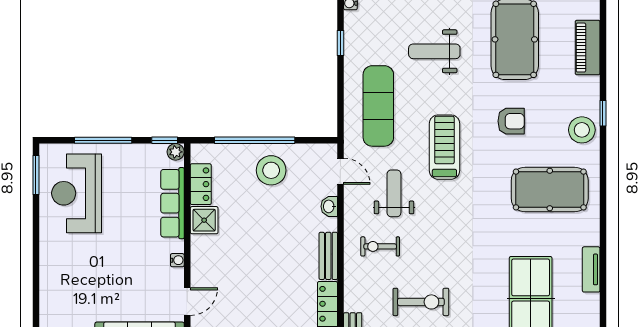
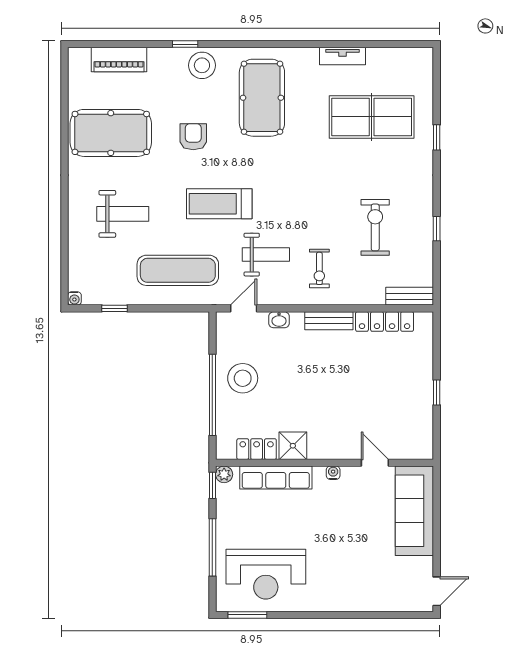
weight bench: (434, 51) -> (123, 214), turned -90
weight bench: (394, 193) -> (266, 255), turned 180

